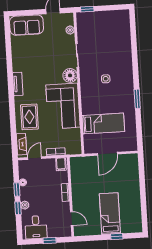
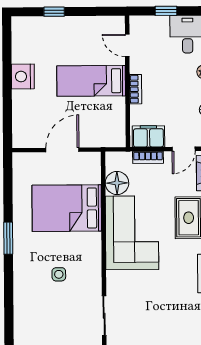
floor lamp: (70, 75) -> (117, 183), moved
bed: (103, 123) -> (67, 208), width x1.50
filing cabinet: (61, 164) -> (148, 136), width x2.00
nightstand: (134, 197) -> (23, 77), added
bed: (110, 214) -> (91, 81), moved, turned 90

